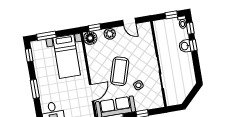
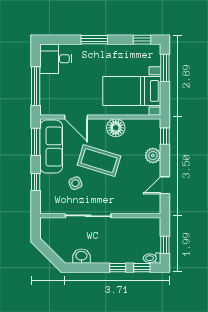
floor lamp: (90, 38) -> (116, 128), moved
washbasin: (185, 46) -> (81, 256), moved

